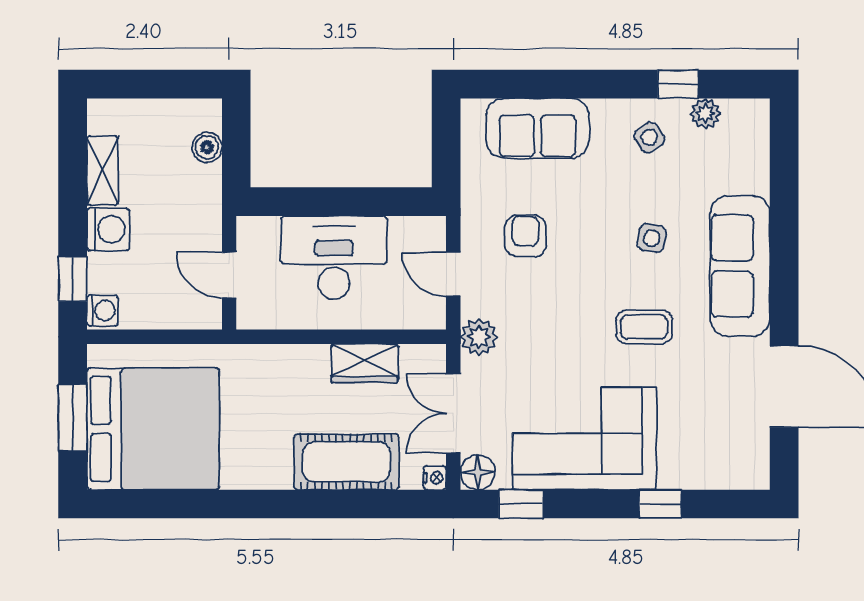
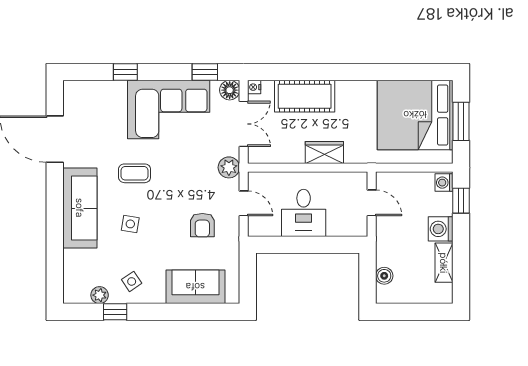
desk: (334, 257) -> (304, 213), width x0.73
wardrobe: (365, 363) -> (324, 153), moved

